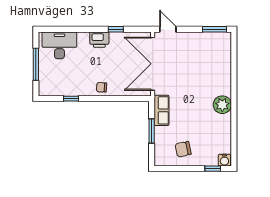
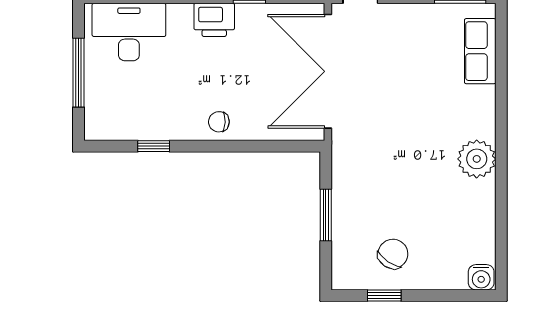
row of seats: (161, 110) -> (480, 51), moved, turned 180
chair: (183, 149) -> (393, 254), turned 136
window: (213, 169) -> (384, 295), moved

